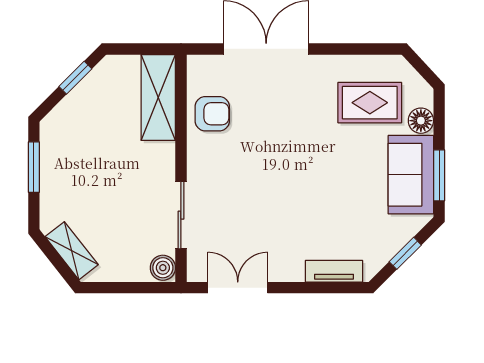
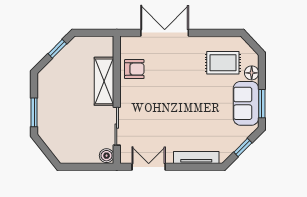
shelving: (158, 97) -> (104, 81), moved
window: (34, 167) -> (34, 112), moved
shelving: (72, 251) -> (55, 146), removed
tv unit: (334, 271) -> (196, 158), width x1.41

